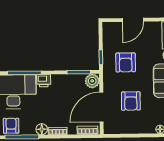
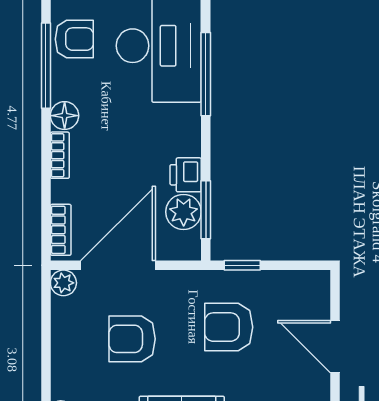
printer: (44, 81) -> (186, 175), moved
plant: (92, 81) -> (184, 212), moved
door: (101, 107) -> (118, 265), hinge flipped
plant: (109, 129) -> (63, 283), added

